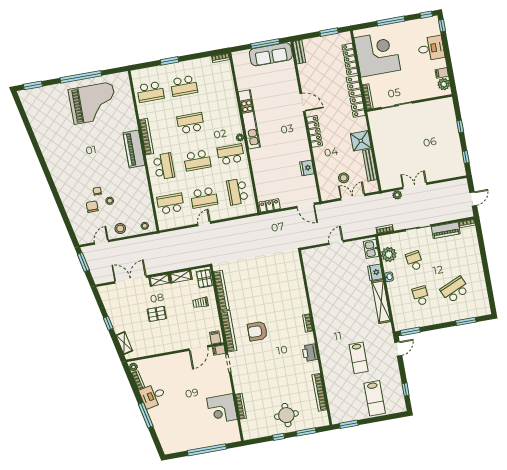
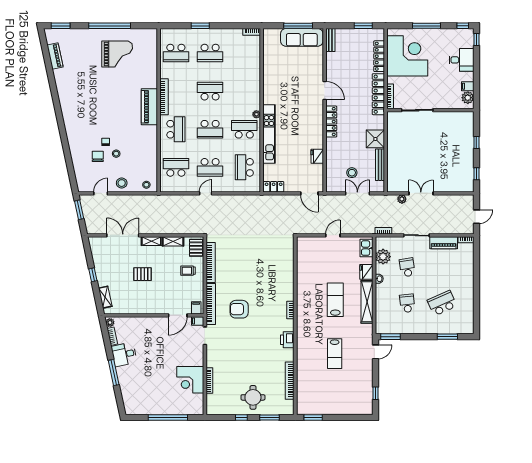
grand piano: (93, 103) -> (117, 54), width x0.73, depth x0.68
piano: (33, 116) -> (55, 56), added
kitchen unit: (249, 119) -> (269, 134), moved
lab bench: (375, 398) -> (335, 300), moved, turned 180

